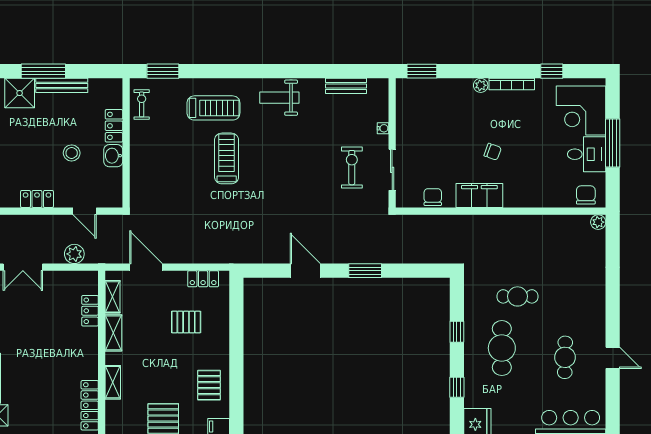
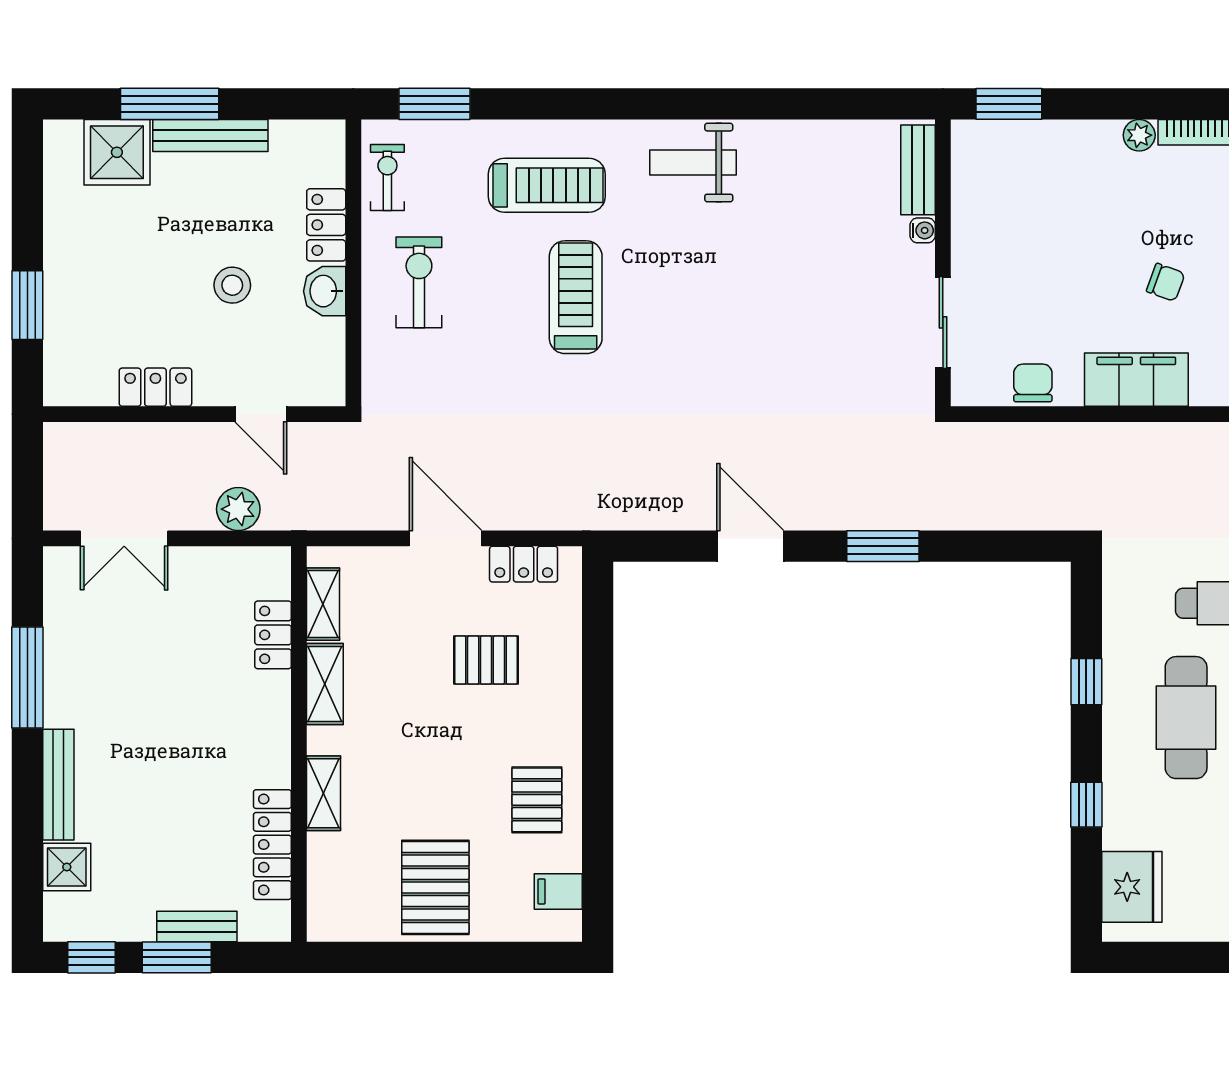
bench: (346, 86) -> (918, 170), moved, turned 90
exercise bike: (352, 168) -> (419, 282), moved
door: (146, 267) -> (445, 538), moved

